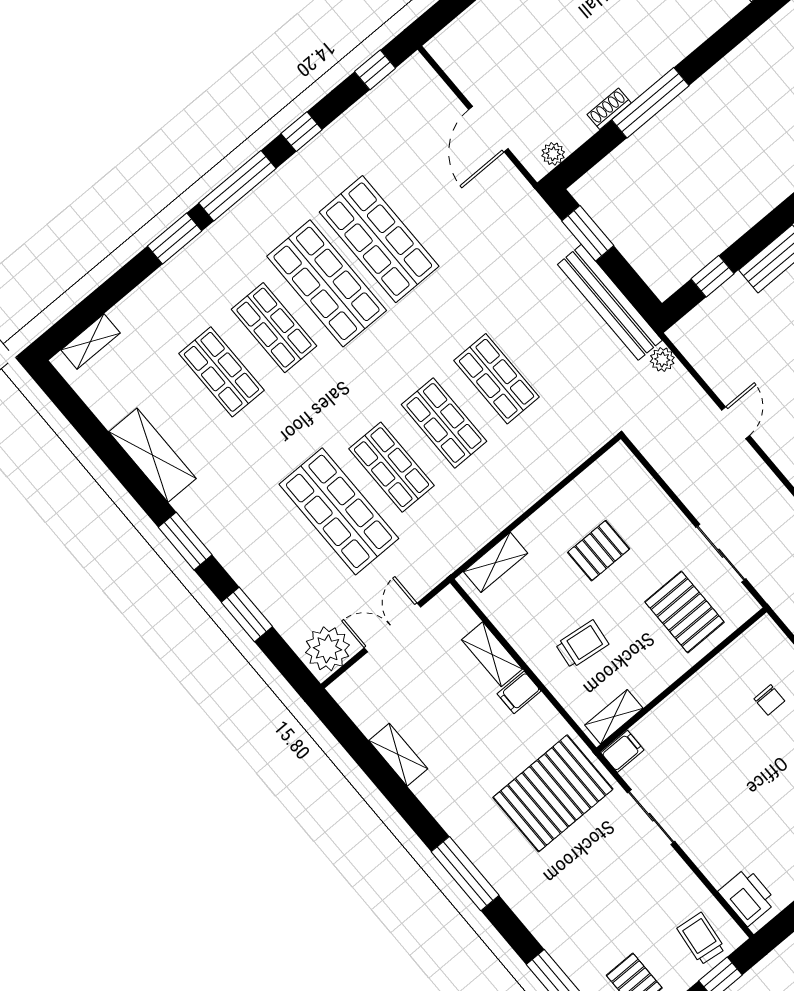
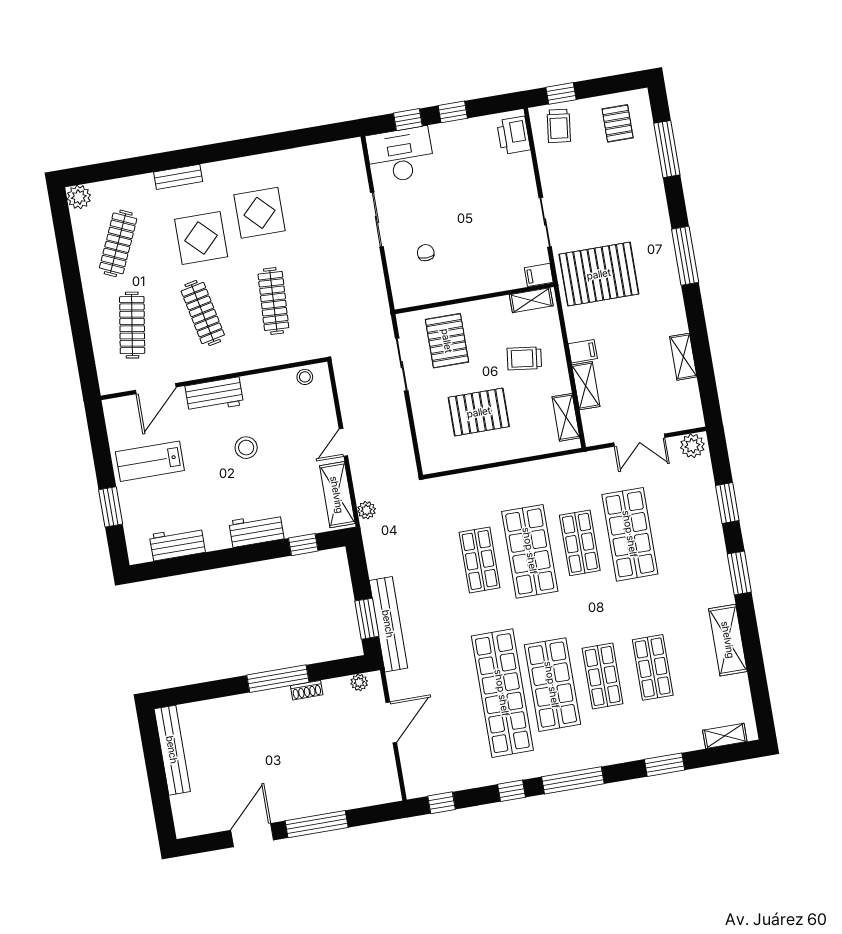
window: (175, 239) -> (664, 765), moved
shop shelf: (379, 239) -> (502, 693), width x1.40
bench: (610, 302) -> (388, 624), moved
shelving: (707, 358) -> (337, 495), added
shop shelf: (444, 423) -> (530, 551), width x1.43, depth x1.36
pallet: (599, 551) -> (479, 412), width x1.50, depth x1.42
shelving: (496, 562) -> (566, 417), moved, turned 90
plant: (327, 649) -> (692, 446), width x0.73, depth x0.73

